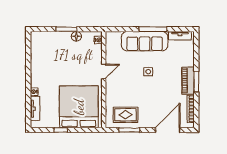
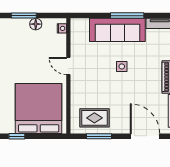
door: (104, 71) -> (68, 66), swing flipped
door: (168, 130) -> (145, 136), hinge flipped

